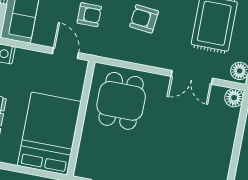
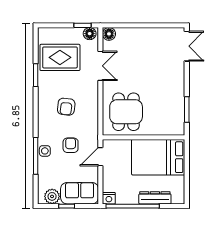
dining table: (121, 101) -> (126, 112), turned 90

